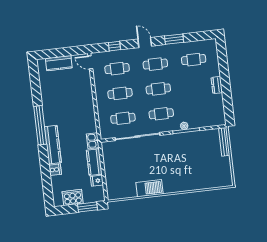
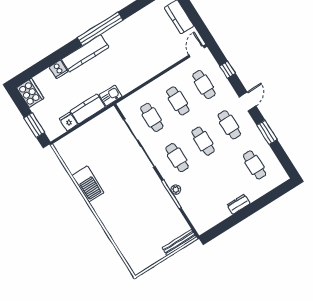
cooker: (73, 197) -> (30, 93), moved

